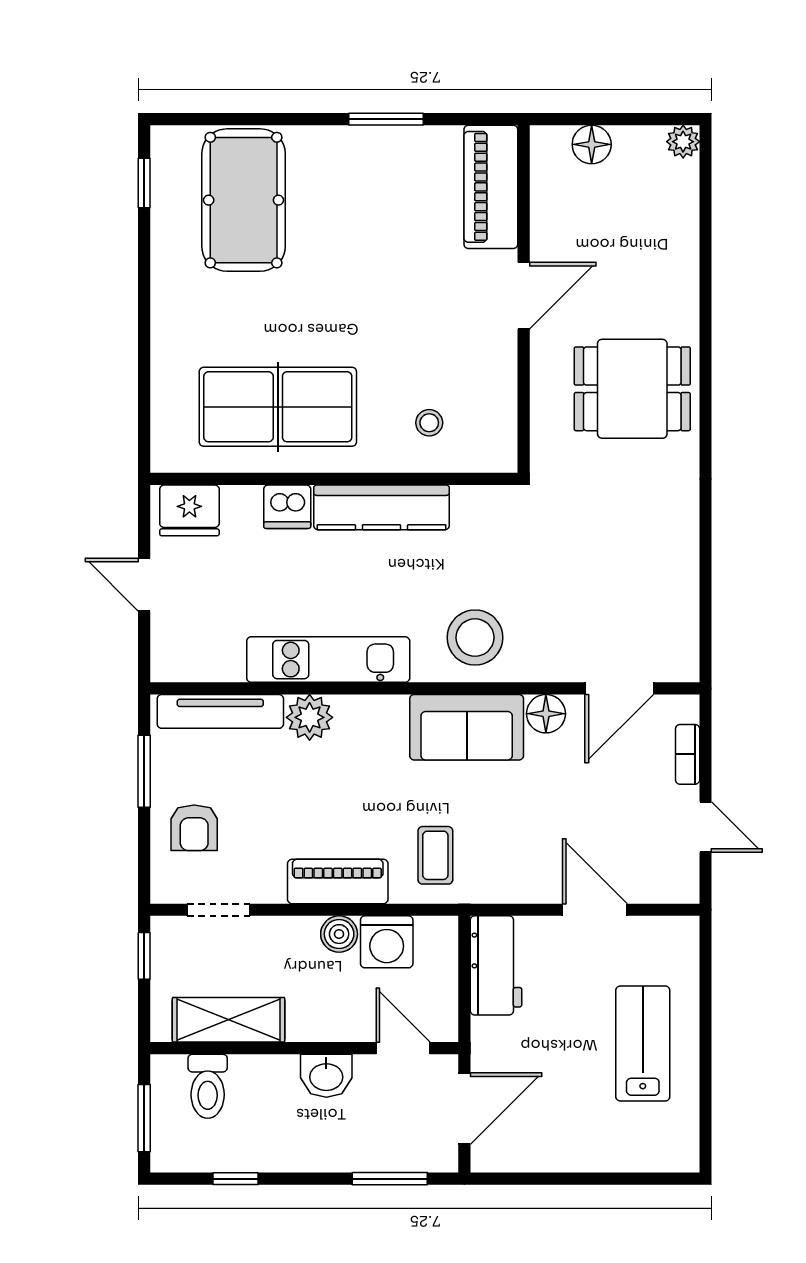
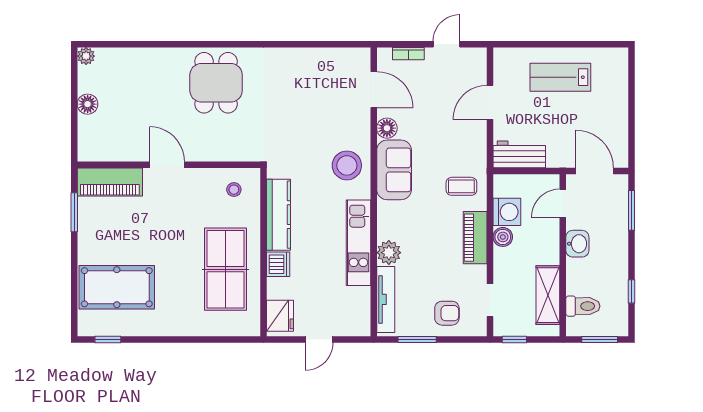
piano: (491, 187) -> (110, 182), moved
door: (524, 296) -> (167, 165), moved
wall: (524, 299) -> (169, 165), moved

